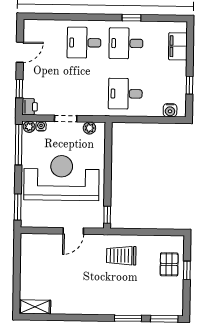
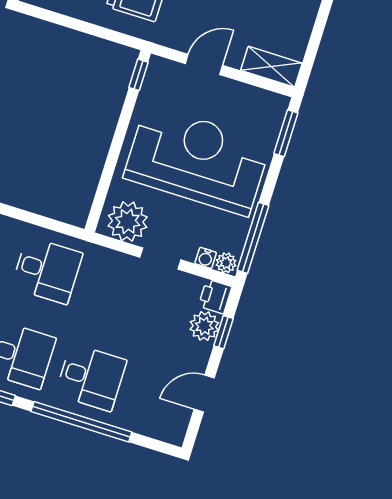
window: (82, 17) -> (81, 422), added
plant: (31, 89) -> (204, 326), added
plant: (89, 128) -> (128, 221), width x1.88, depth x1.88
reception desk: (61, 178) -> (197, 160), turned 180
shelving: (36, 241) -> (271, 67), added

